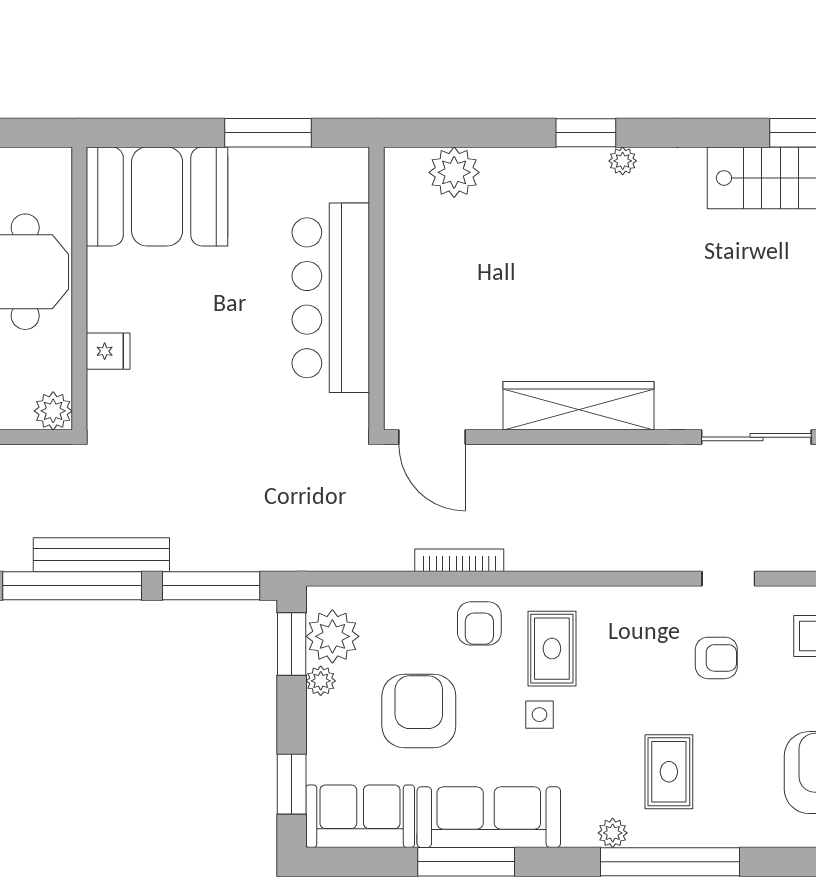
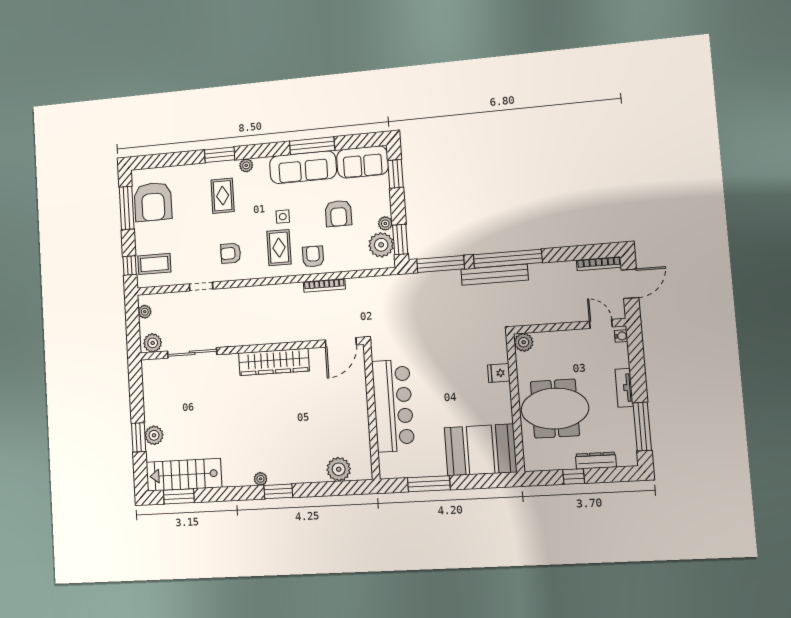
door: (432, 437) -> (341, 342), swing flipped
armchair: (716, 658) -> (231, 253), moved
armchair: (419, 711) -> (338, 213), width x0.73, depth x0.73
window: (670, 862) -> (220, 155), width x0.47

